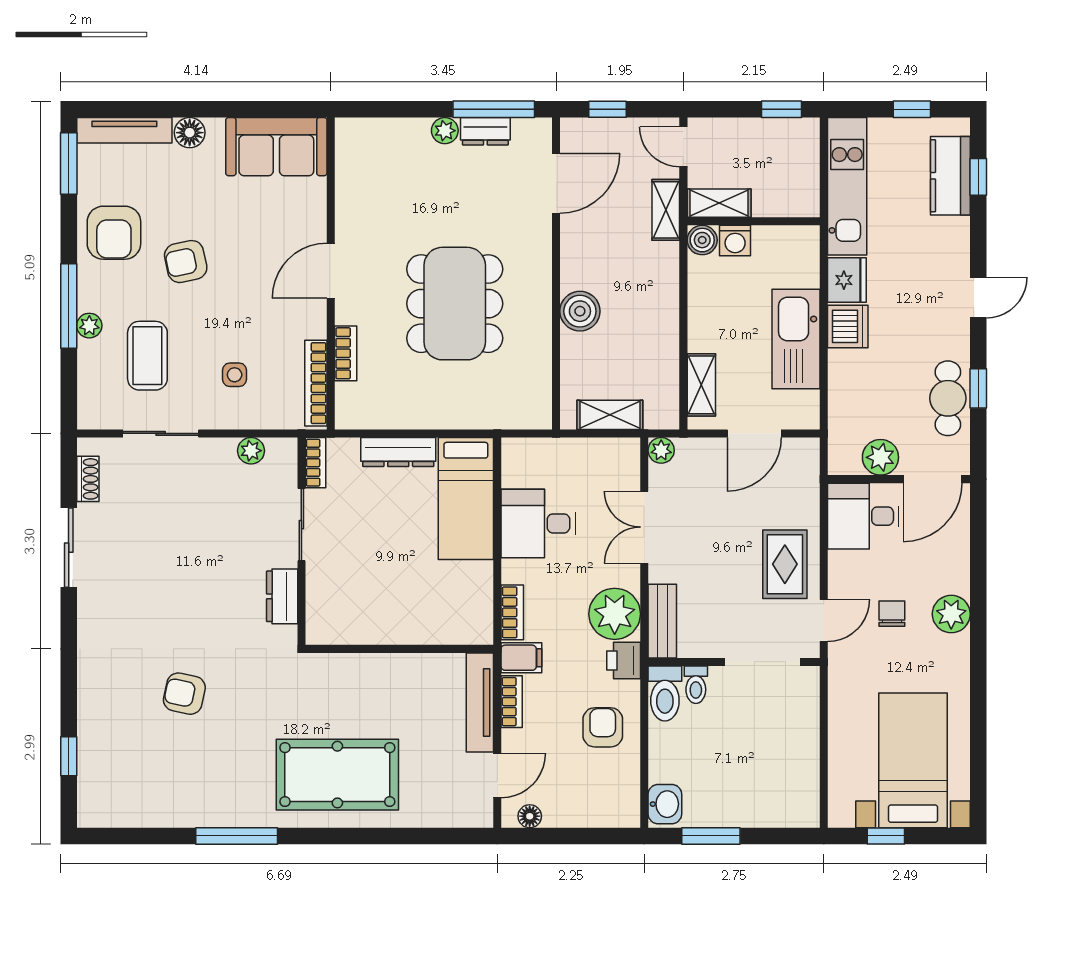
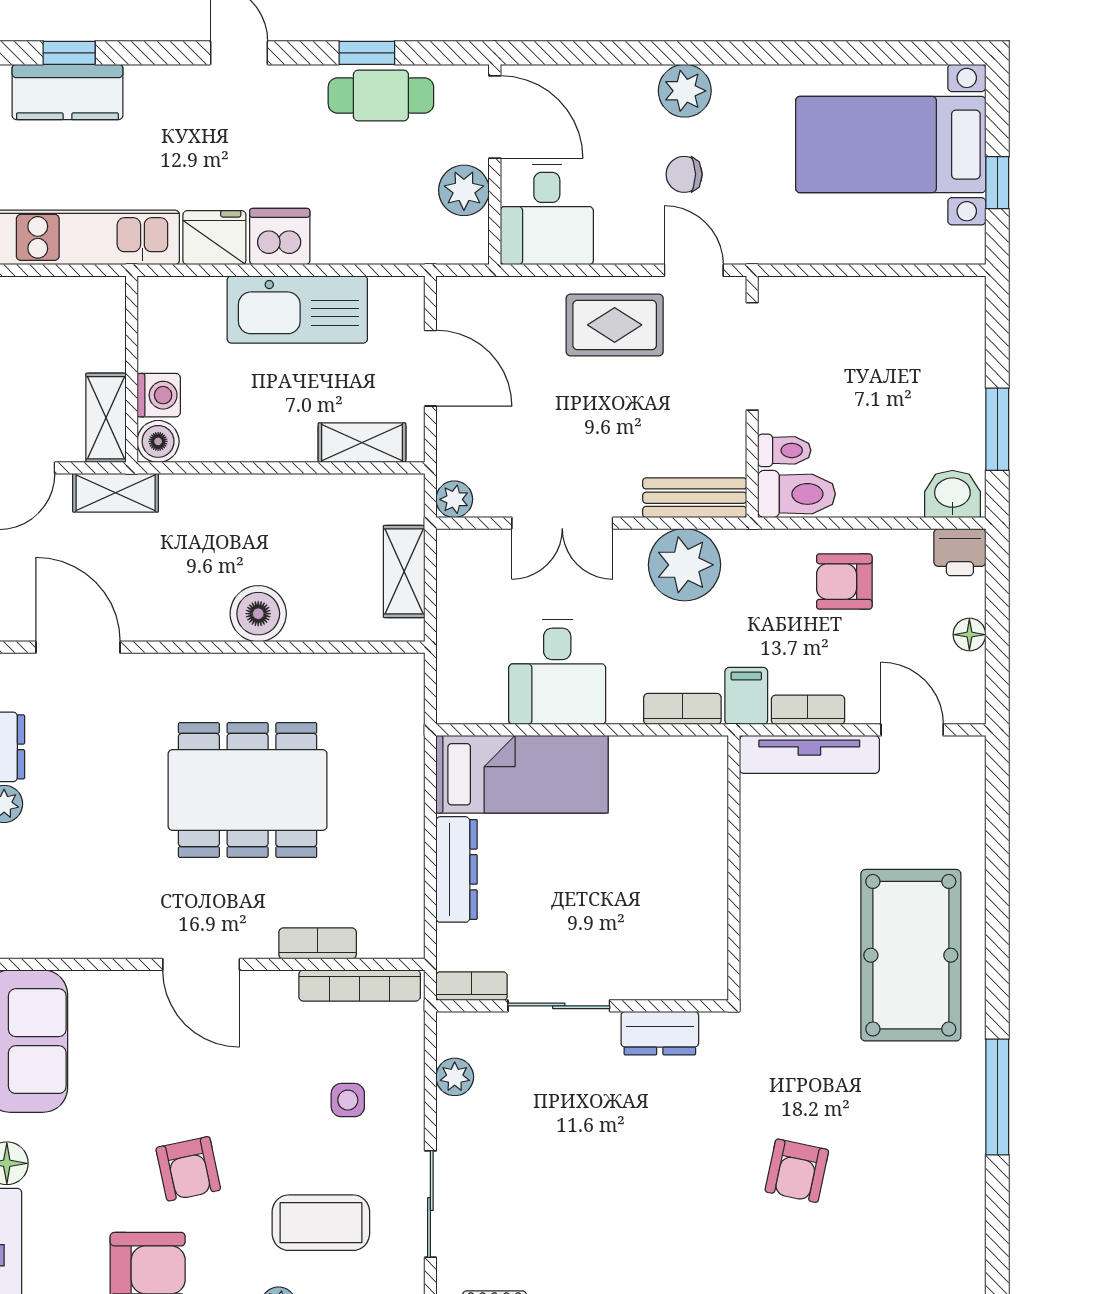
printer: (624, 661) -> (960, 552), moved
floor lamp: (530, 816) -> (969, 635), moved

